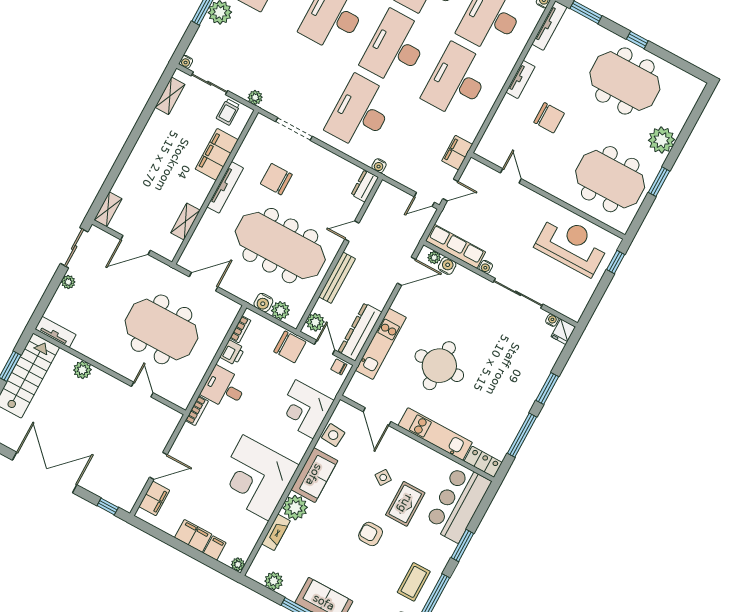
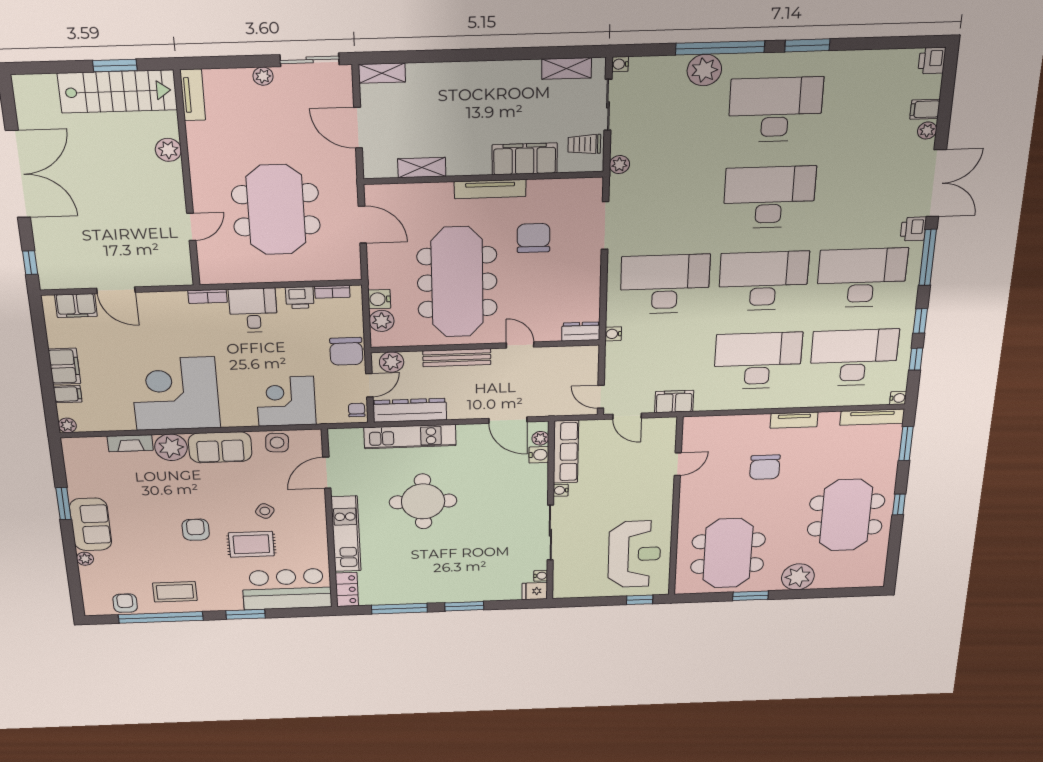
plant: (274, 581) -> (76, 468), removed

